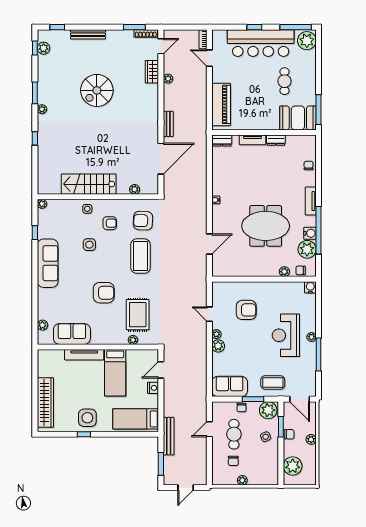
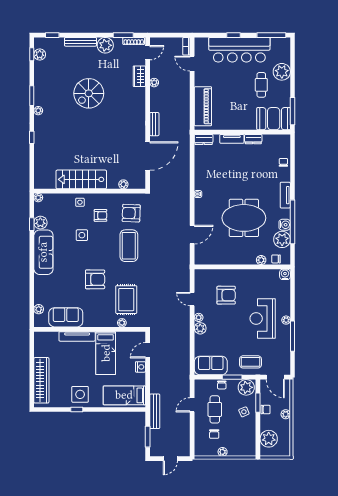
plant: (115, 38) -> (105, 45), added
plant: (307, 41) -> (282, 72), moved
plant: (44, 231) -> (40, 223), added

